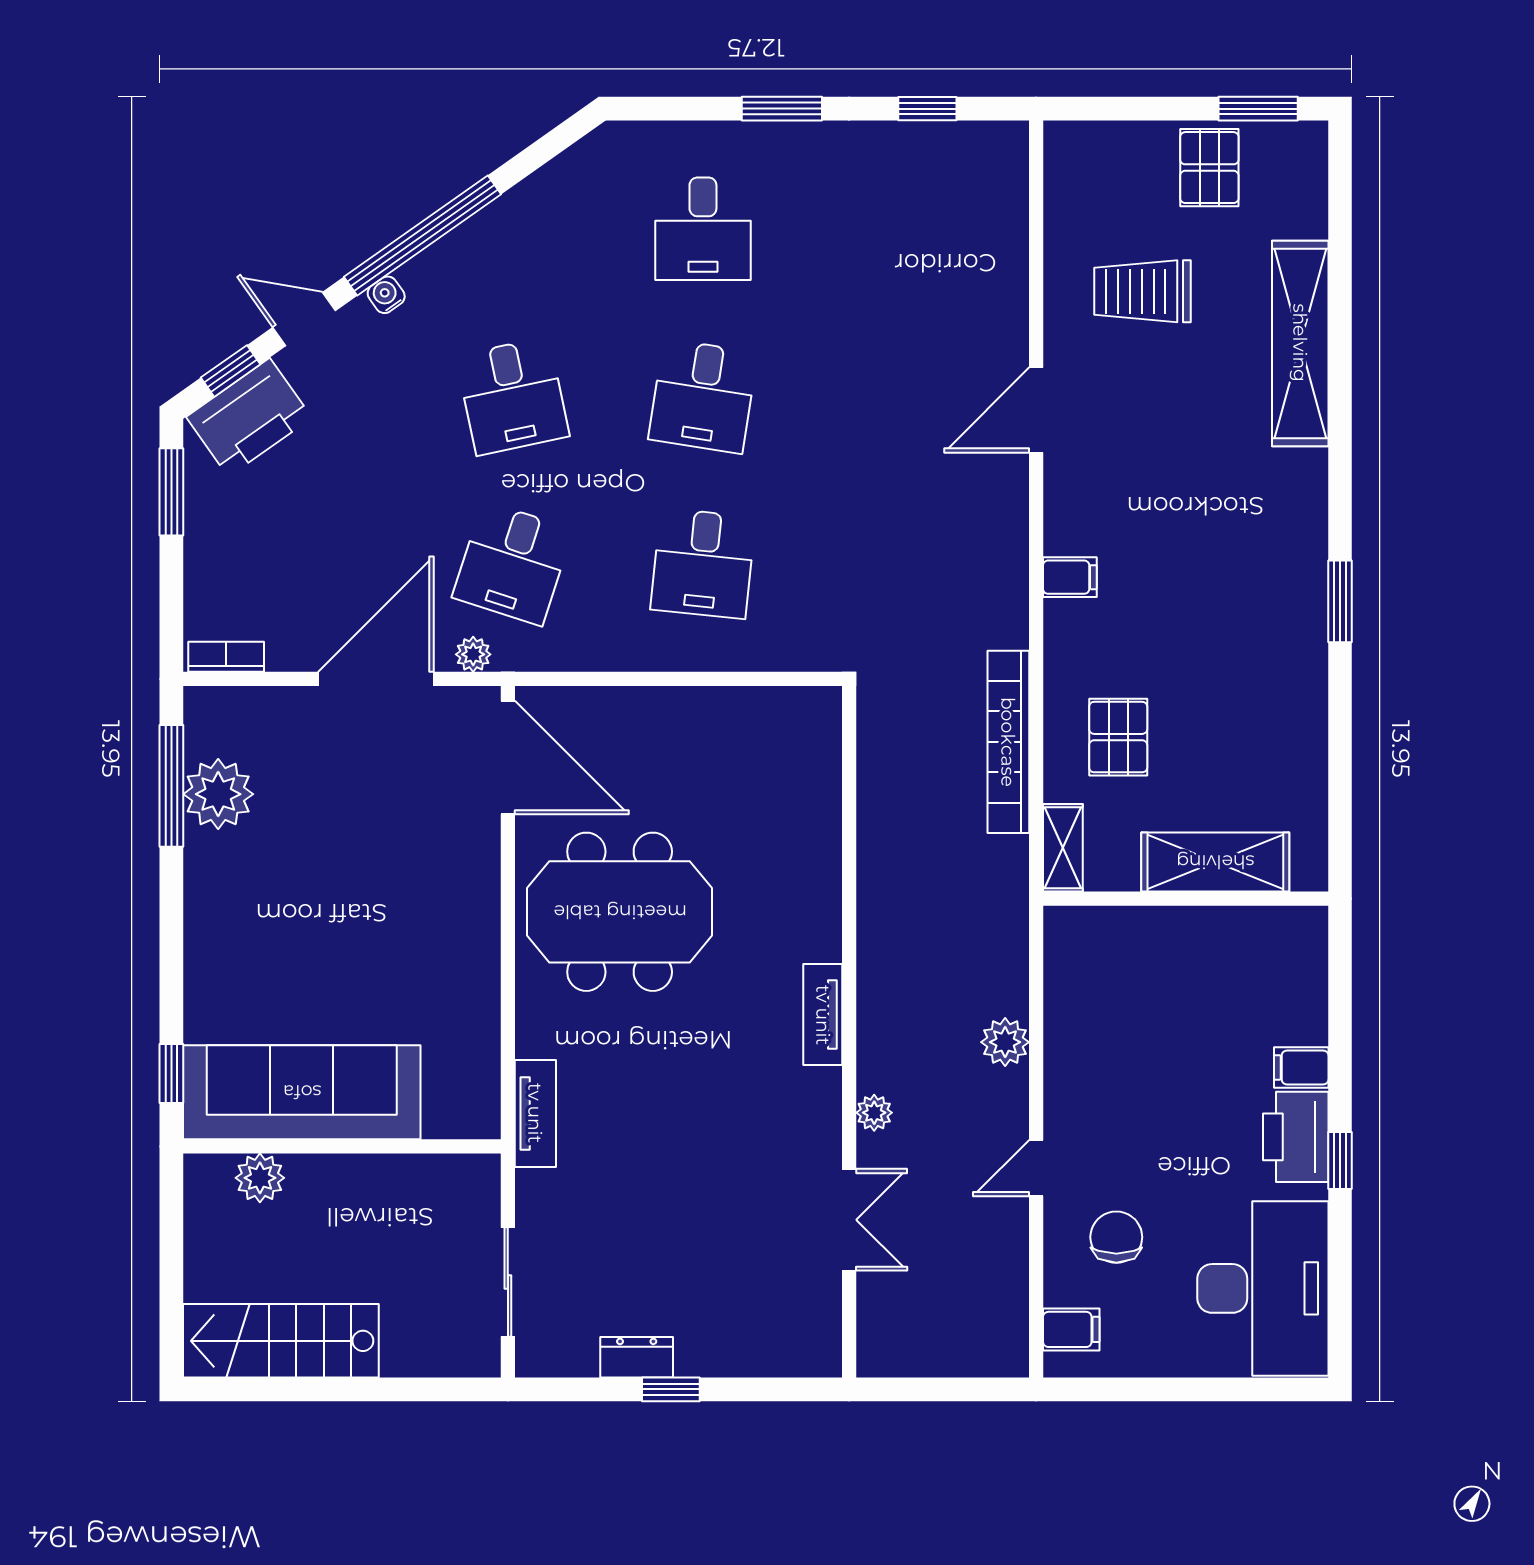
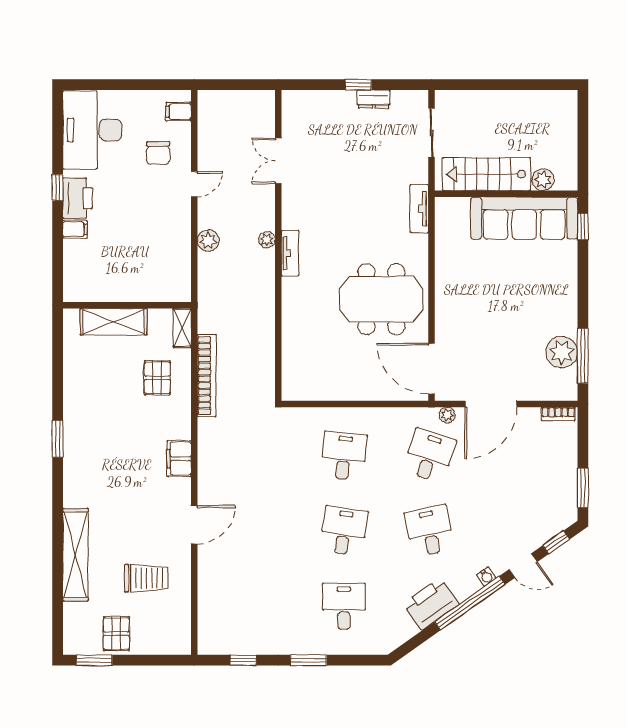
printer: (249, 417) -> (431, 604), moved
filing cabinet: (1070, 577) -> (179, 459), width x2.00
plant: (874, 1113) -> (267, 240), moved
stairs: (281, 1341) -> (486, 174), moved, turned 180

